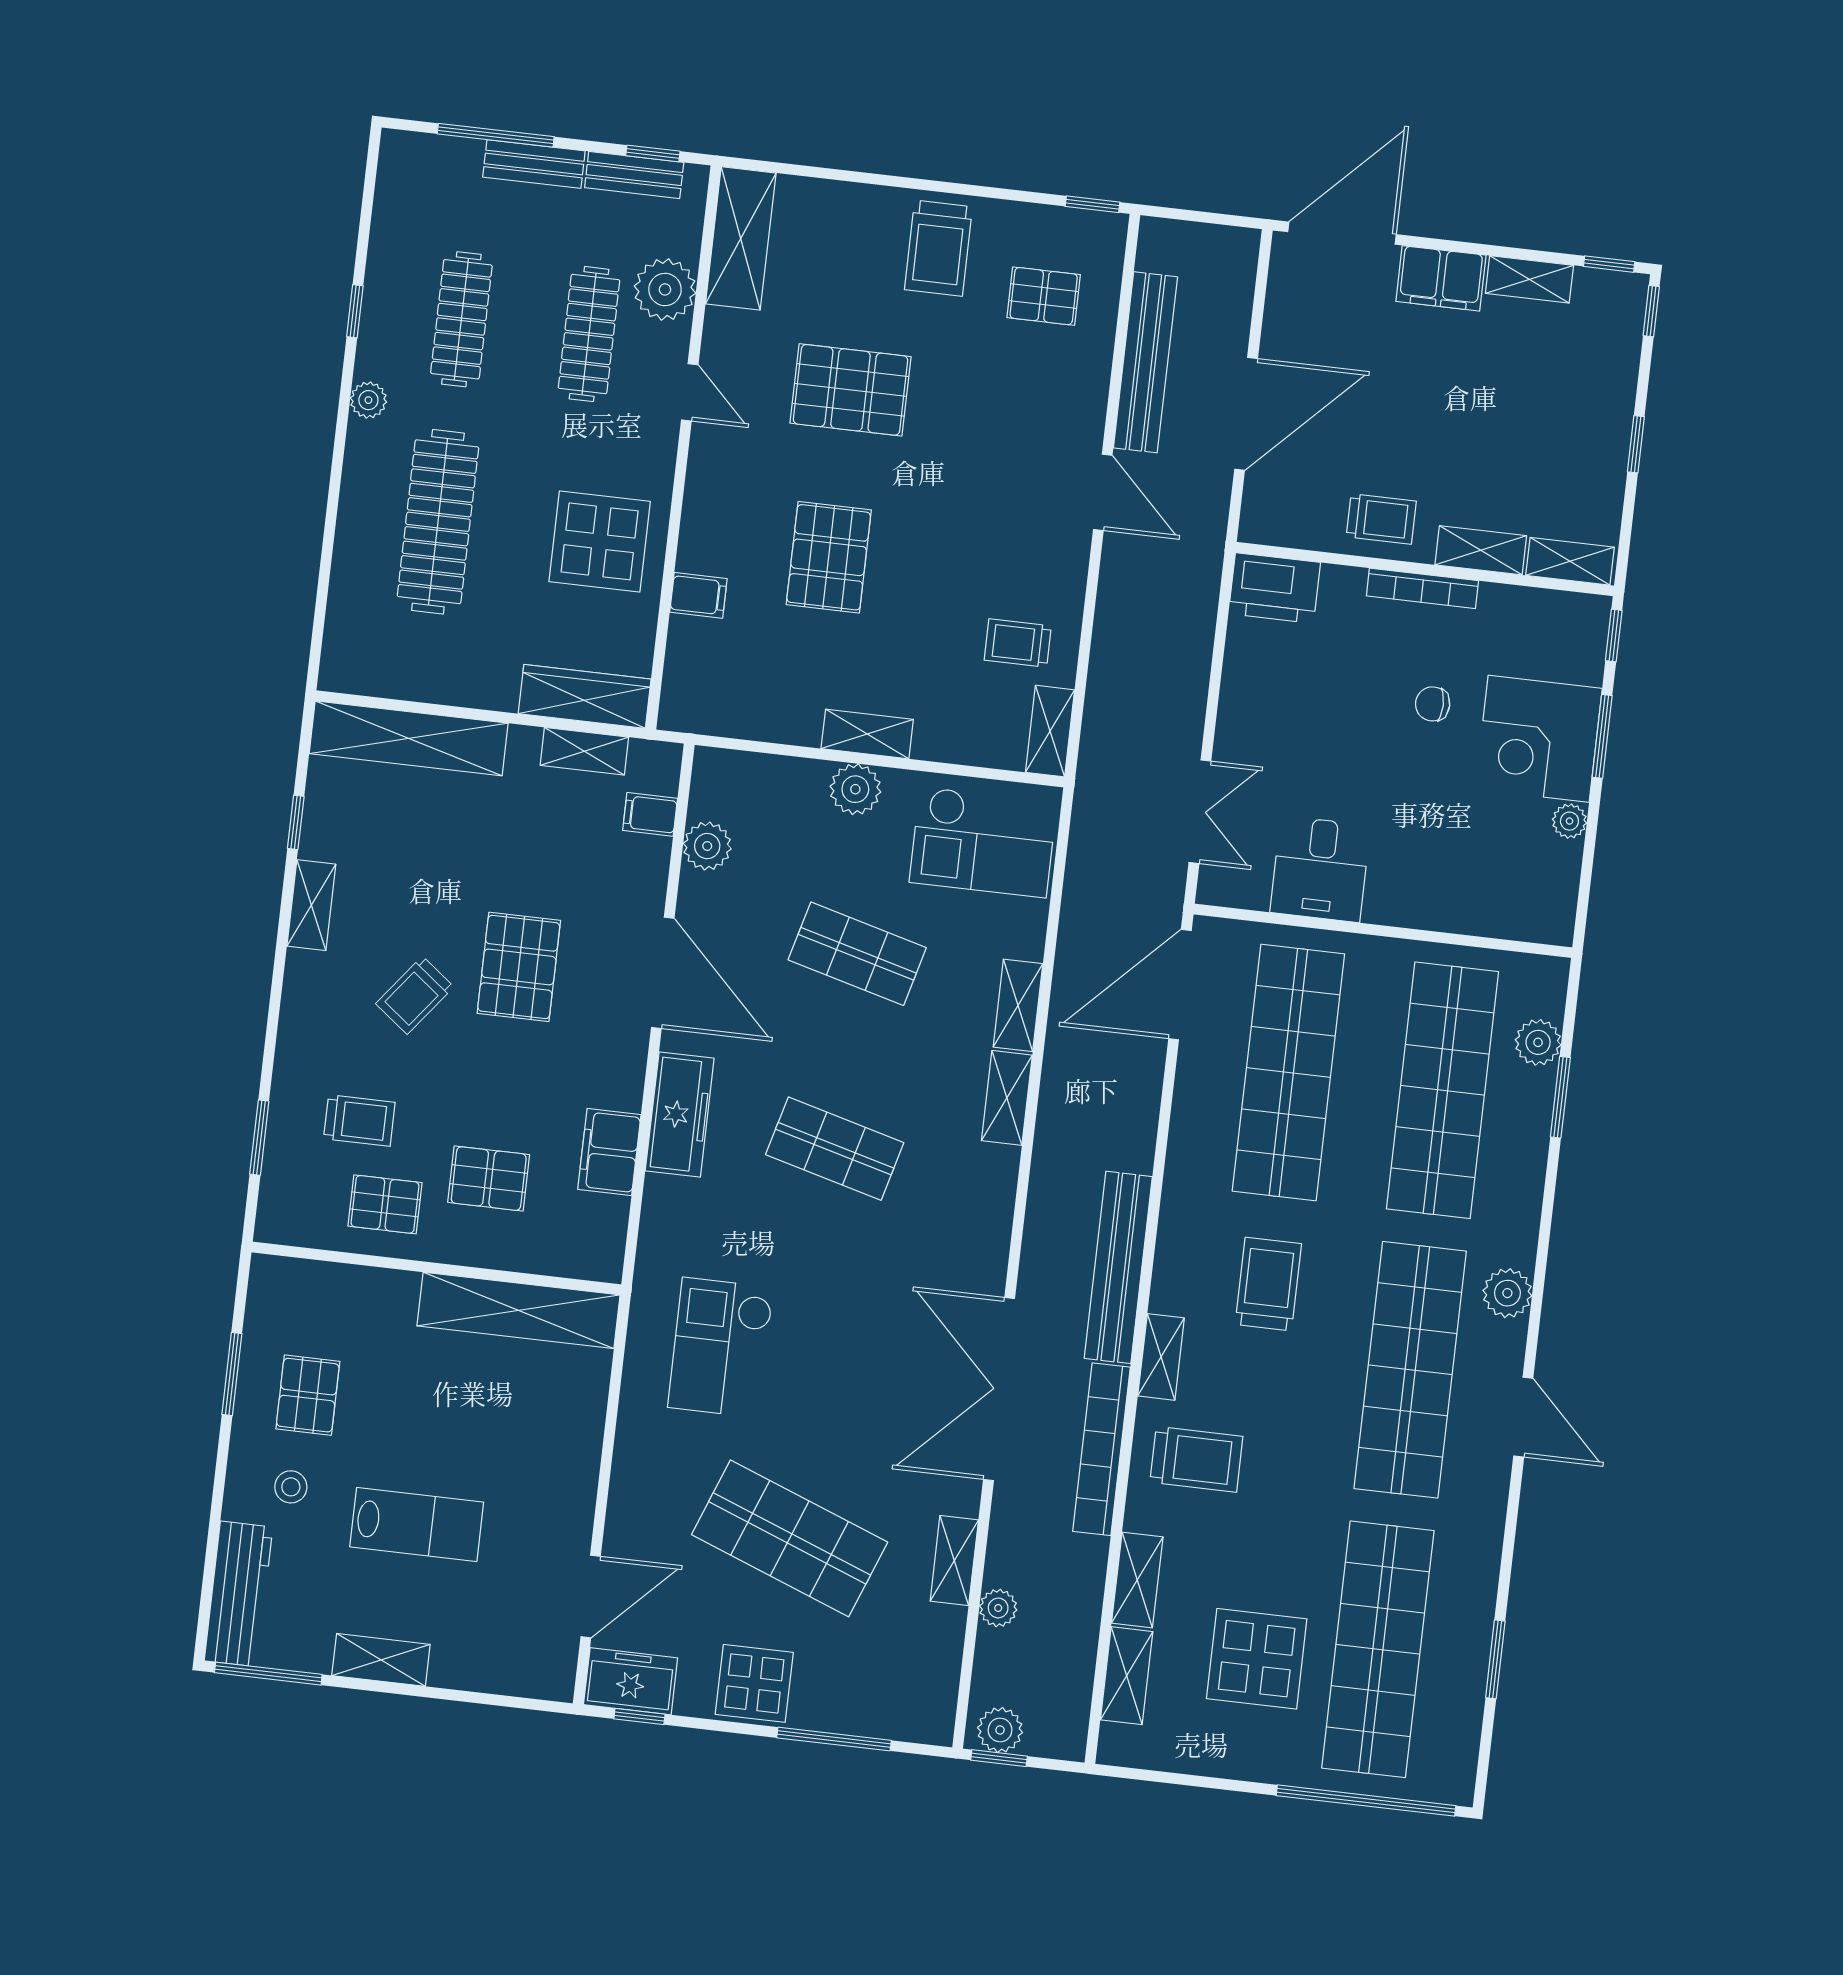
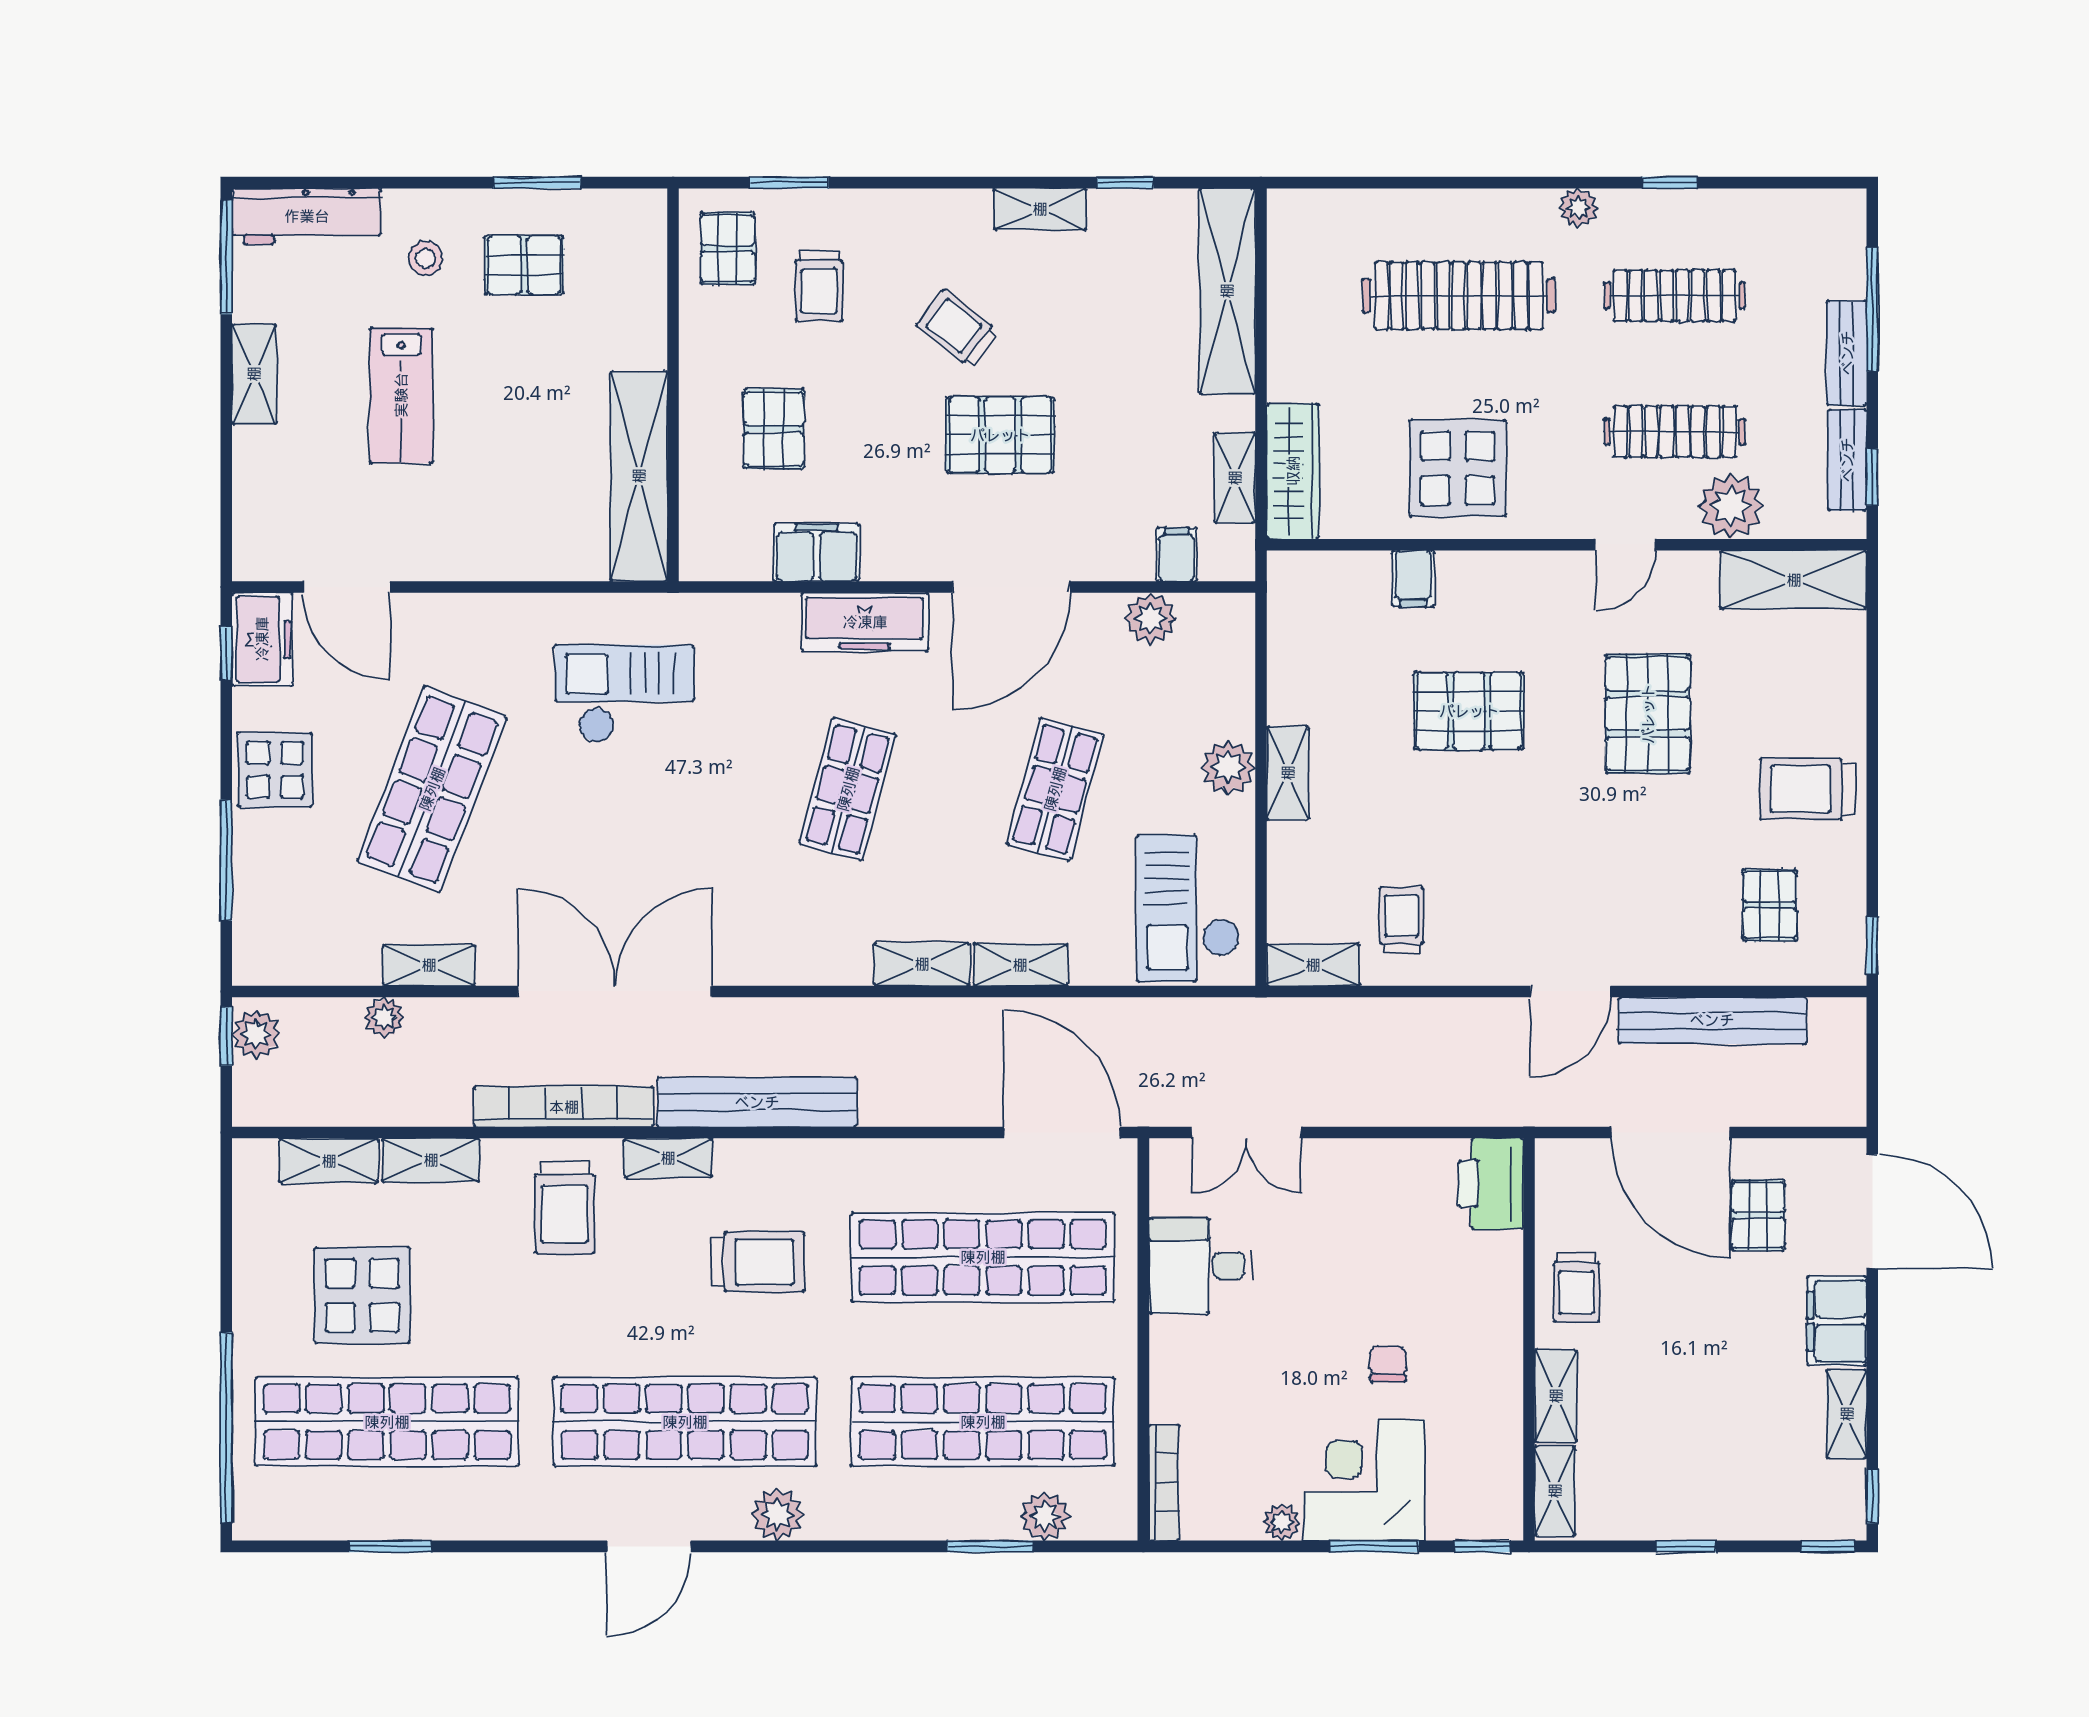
pallet: (1333, 340) -> (1758, 1215), added
bookcase: (1422, 588) -> (1164, 1483), moved, turned 180
pallet: (385, 1204) -> (728, 248), moved

